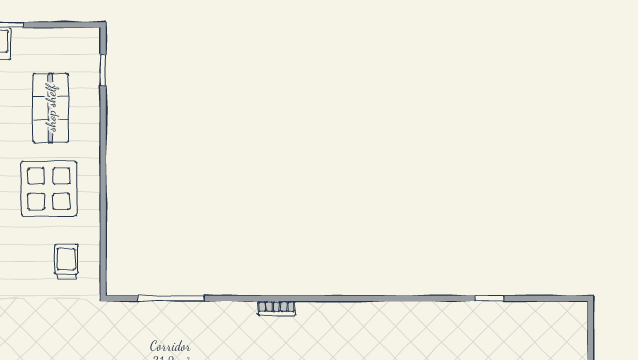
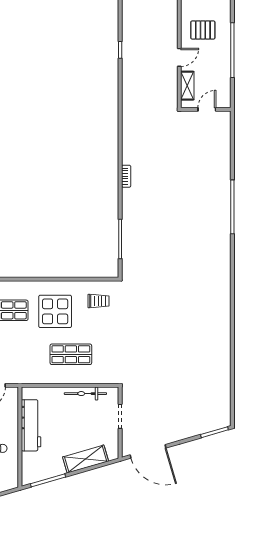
trolley: (66, 262) -> (98, 301), turned 180

